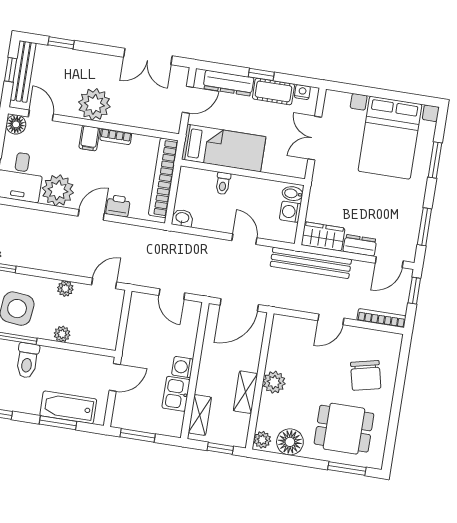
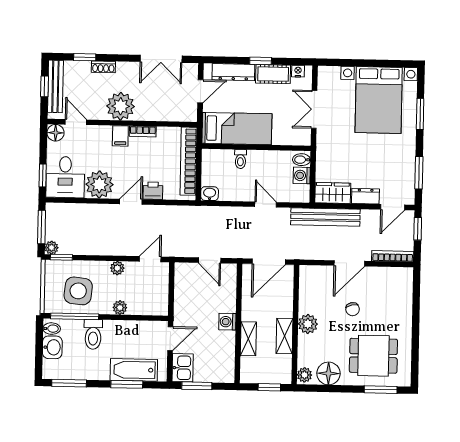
shoe rack: (81, 57) -> (103, 67), added
door: (331, 319) -> (349, 263), width x1.38
chair: (366, 375) -> (353, 309), moved, width x0.54, depth x0.54
kitchen sink: (176, 394) -> (183, 368), moved, turned 180
shelving: (200, 415) -> (248, 339), moved

